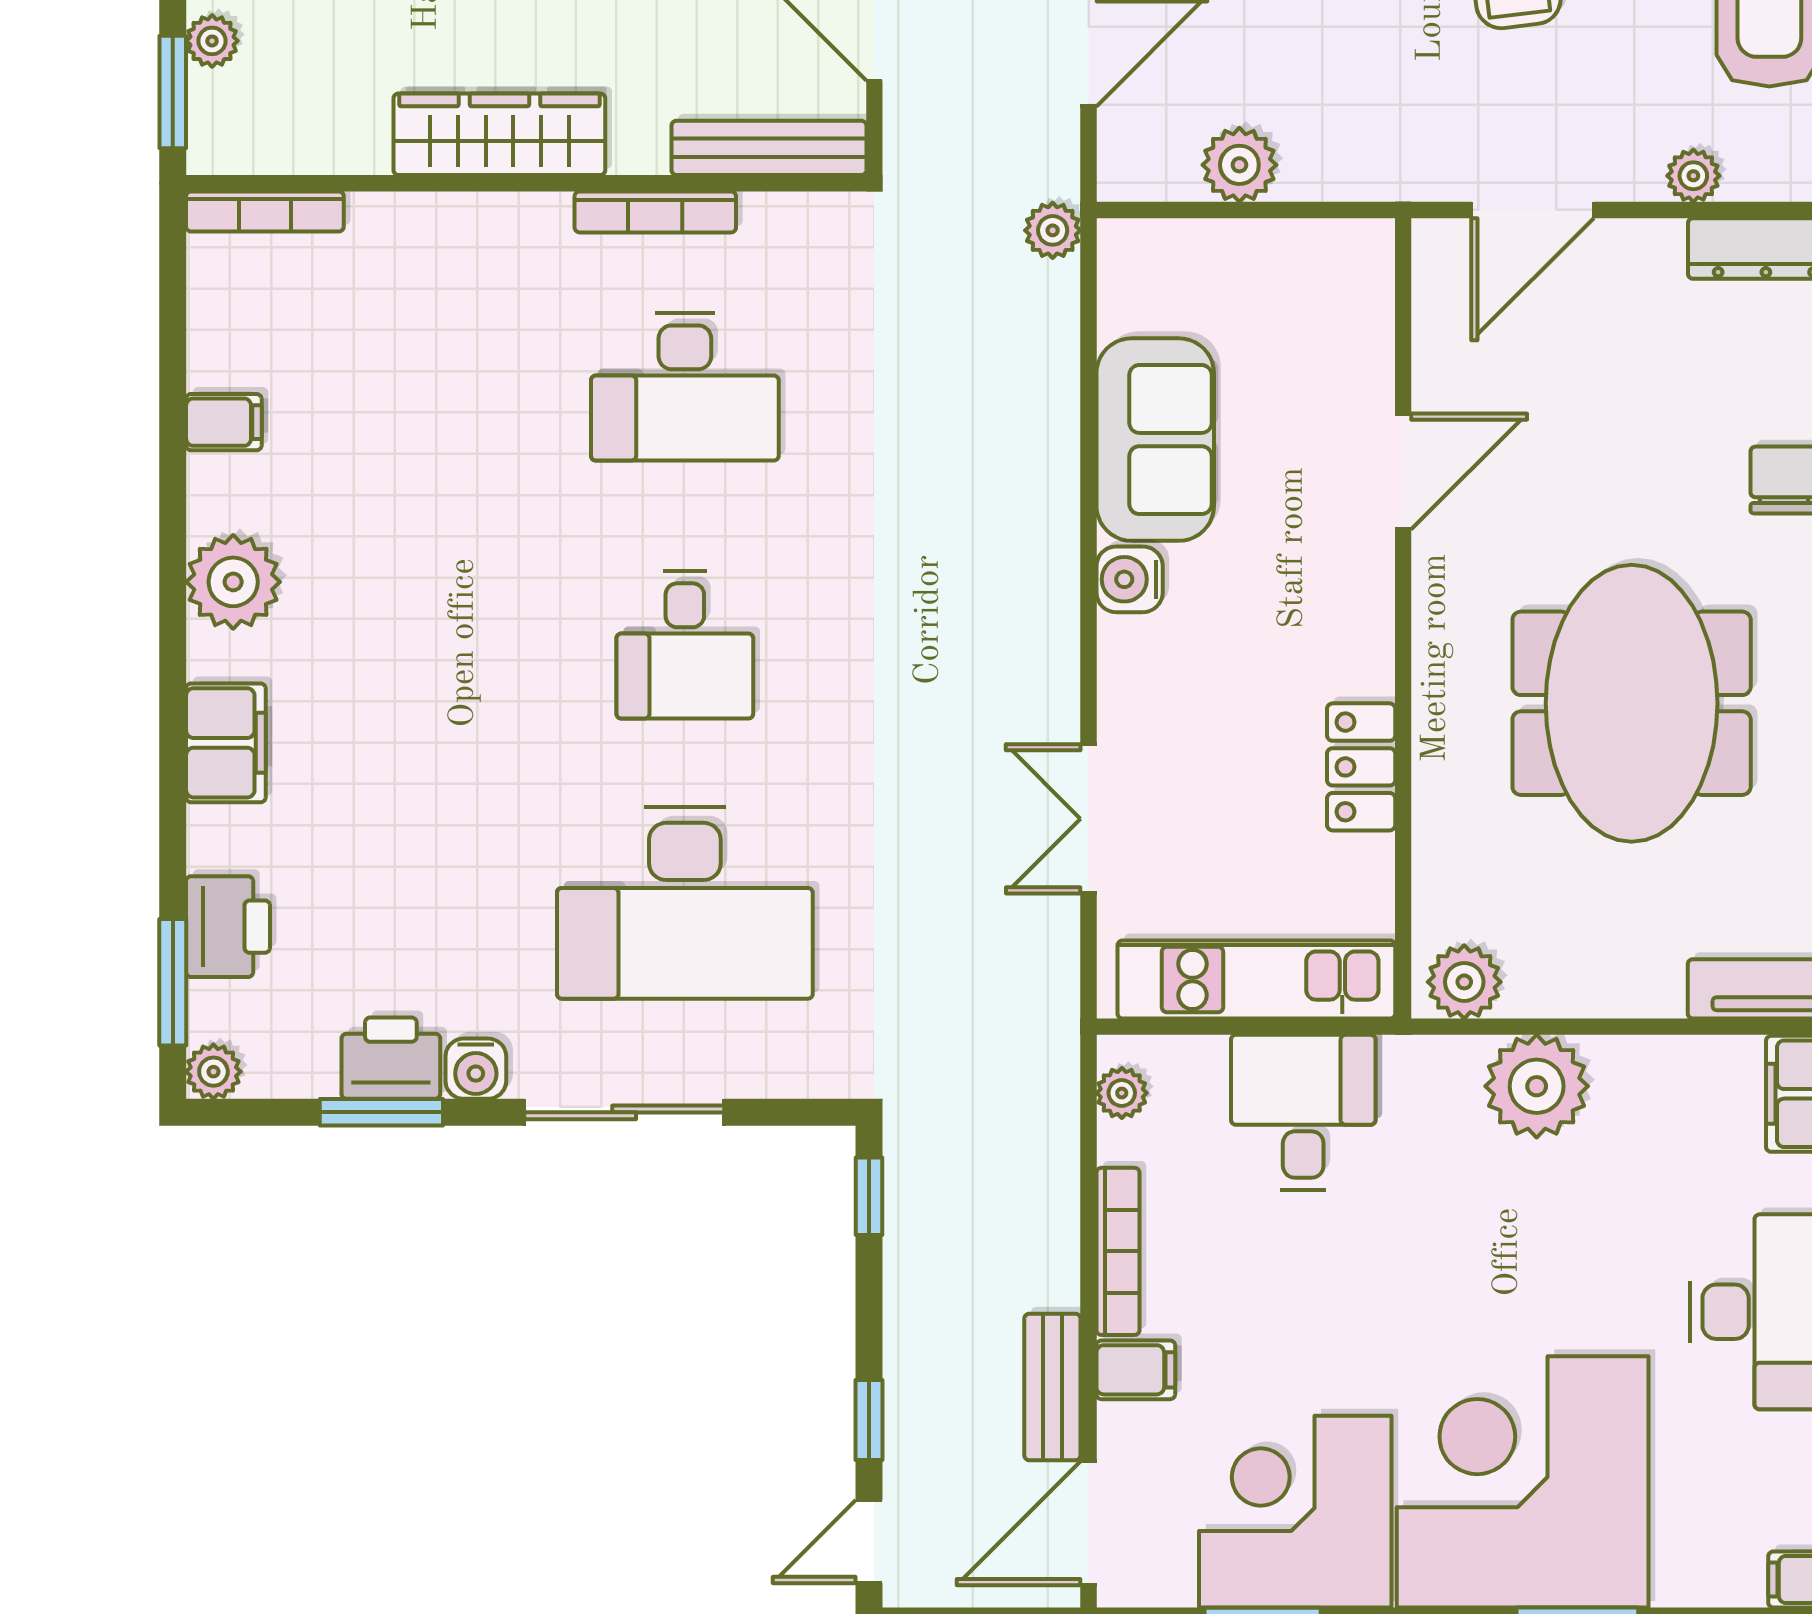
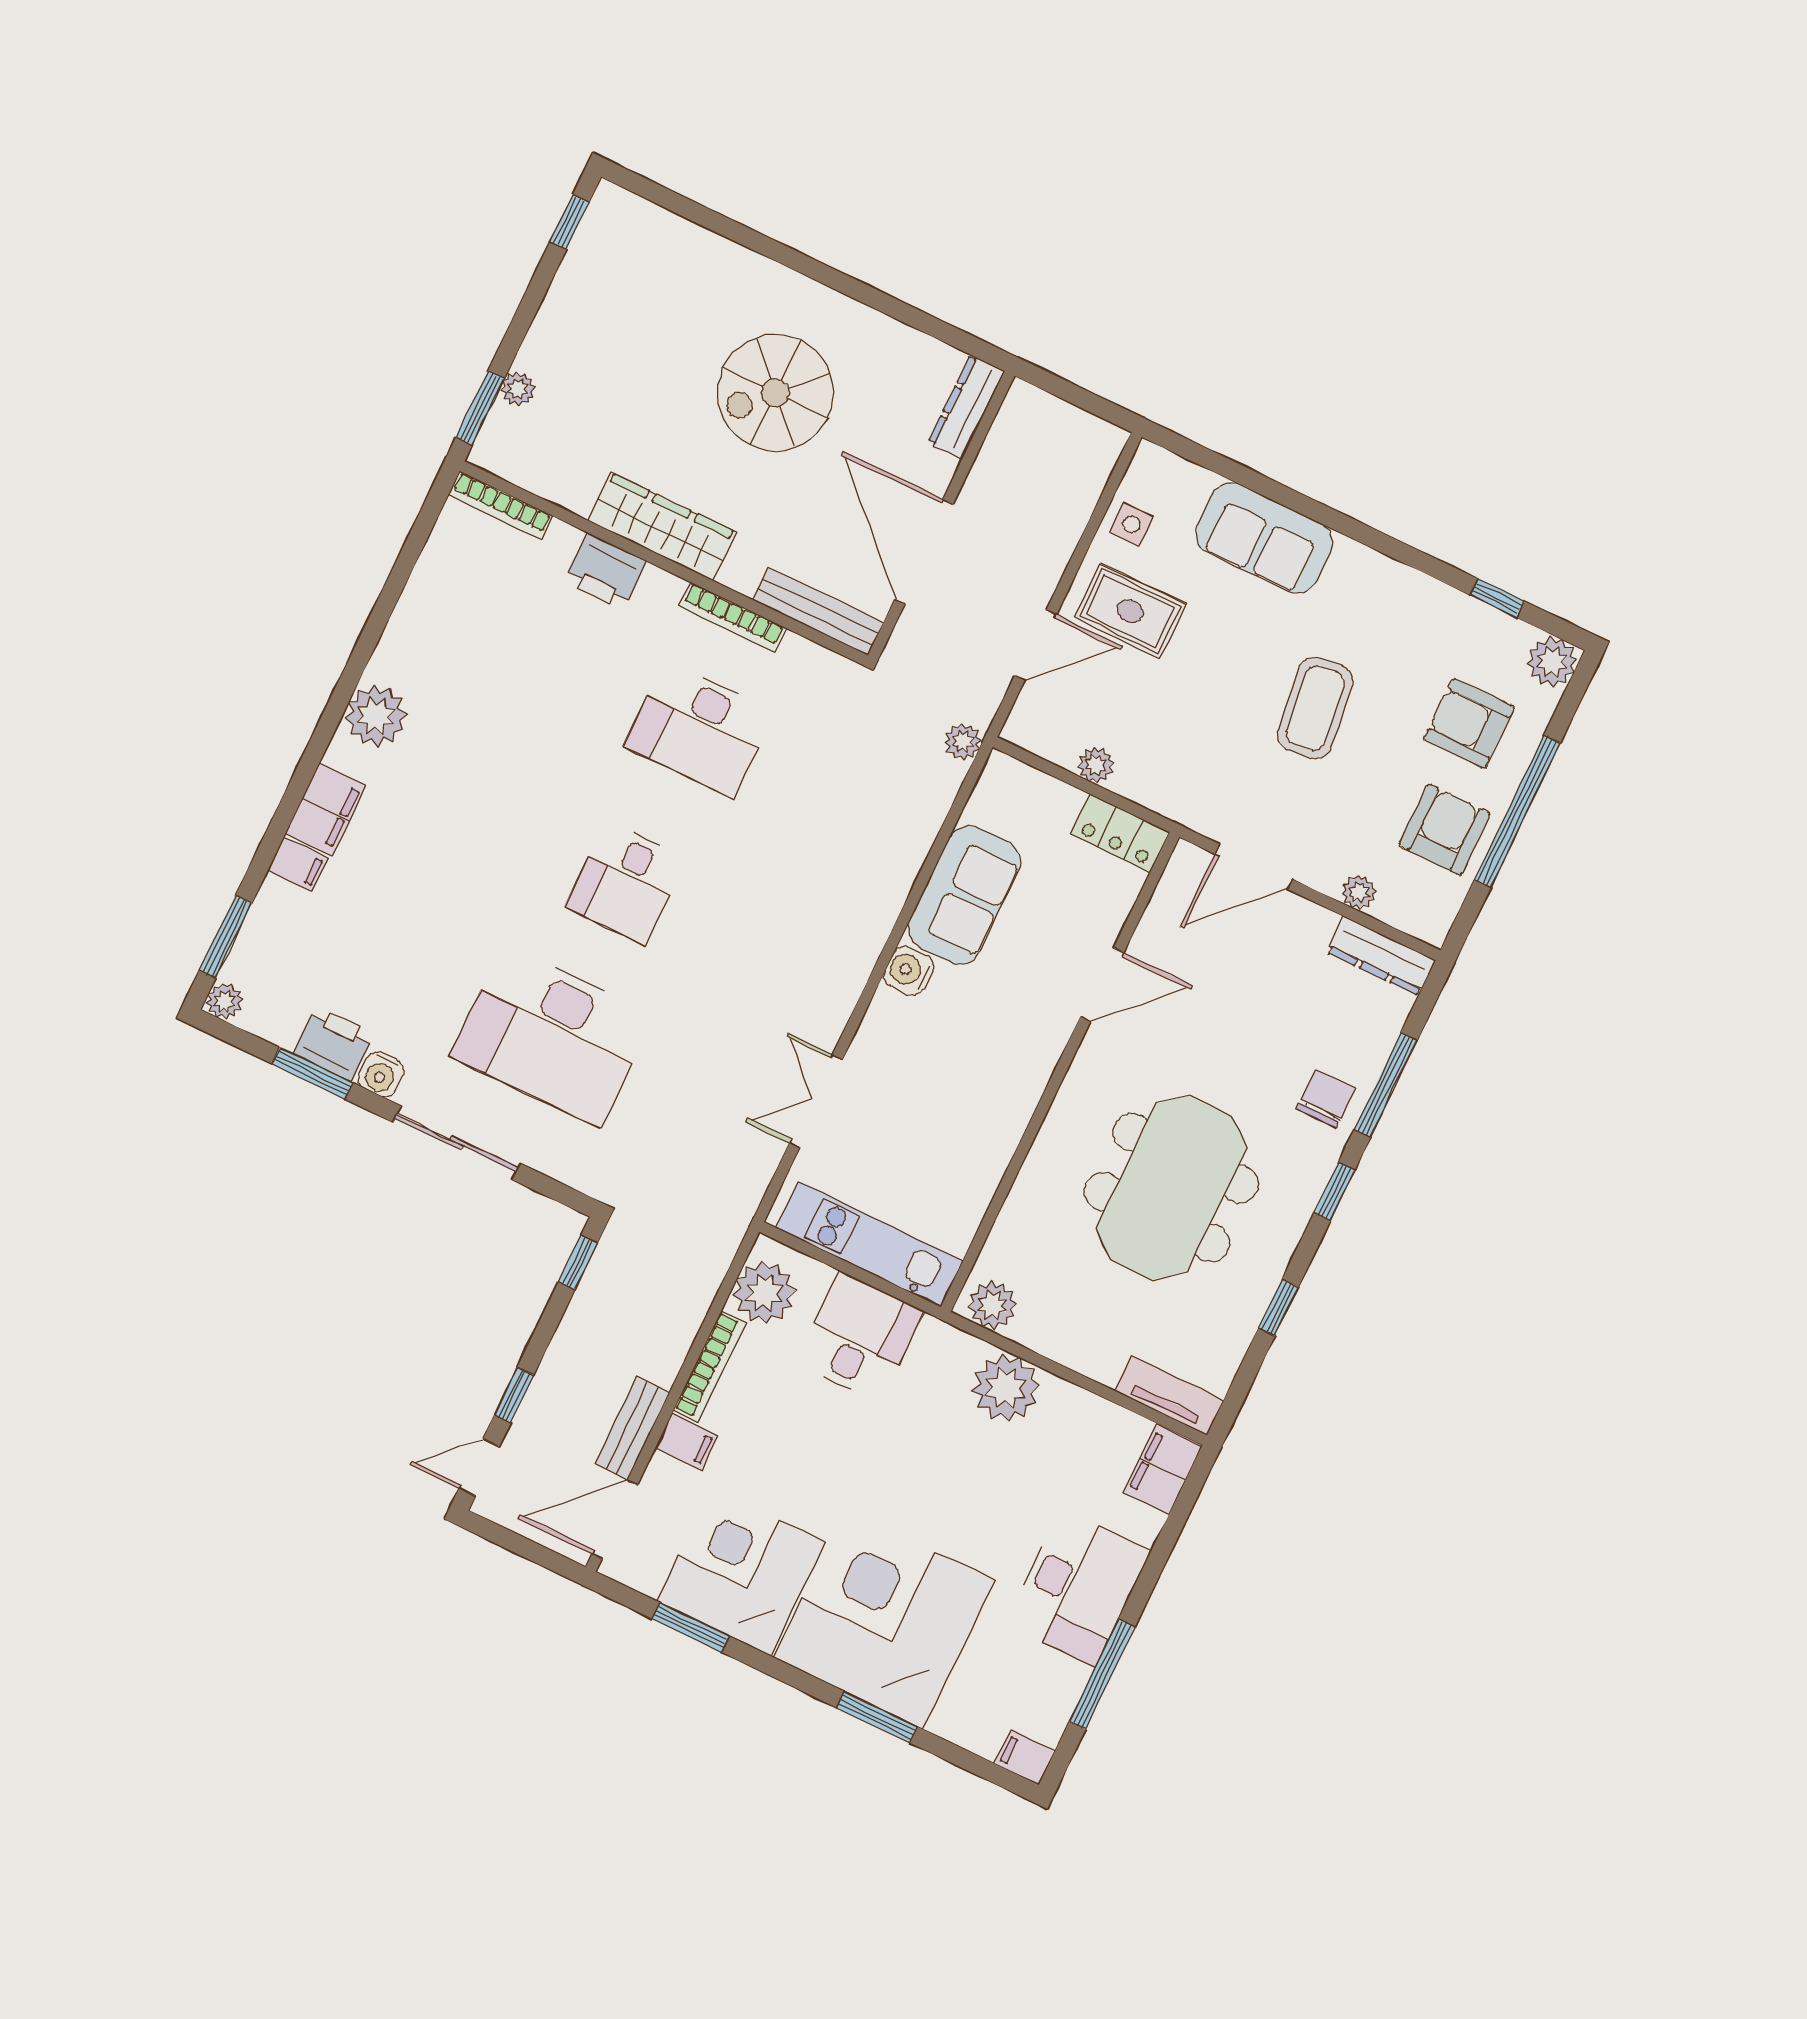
plant: (1239, 165) -> (1096, 765), width x0.73, depth x0.73
filing cabinet: (224, 422) -> (298, 864), moved
locker: (1361, 767) -> (1120, 833), moved, turned -90
printer: (228, 927) -> (605, 571), moved, turned 90
plant: (1122, 1093) -> (764, 1293), width x1.87, depth x1.87

